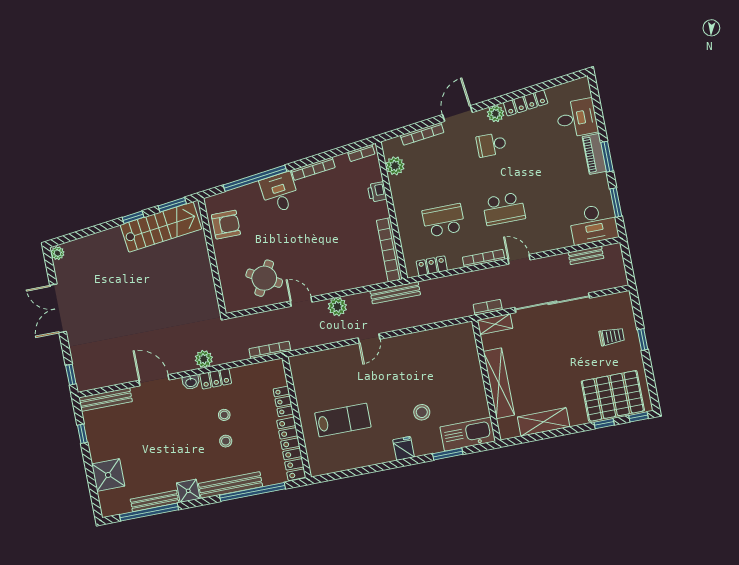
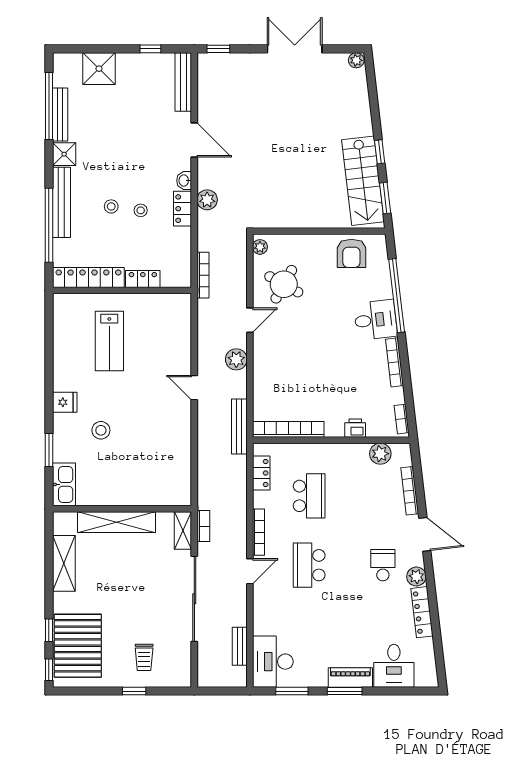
plant: (236, 305) -> (260, 247), added
door: (154, 380) -> (194, 140), hinge flipped
kitchen sink: (468, 434) -> (64, 484), width x0.73, depth x0.81

